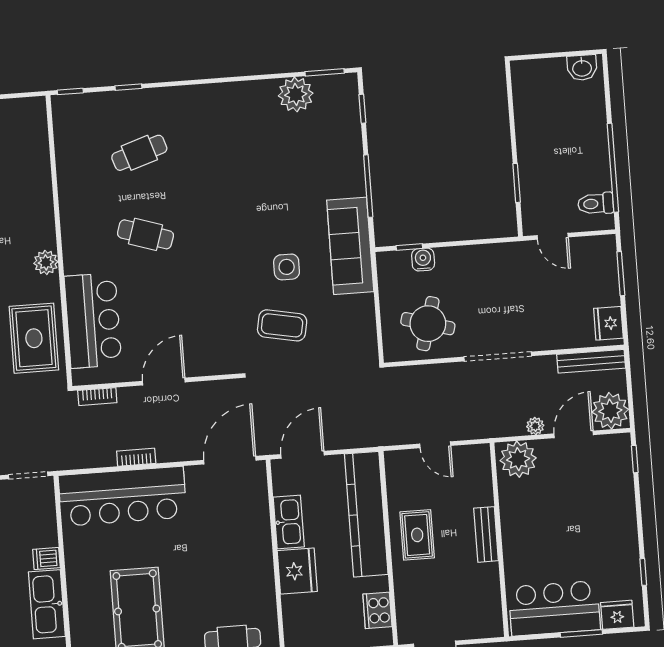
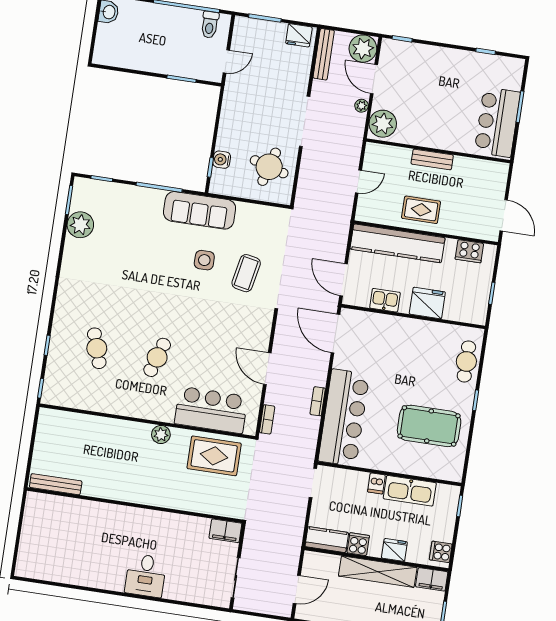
kitchen sink: (289, 522) -> (385, 300), width x0.73
fridge: (617, 615) -> (513, 78), removed

